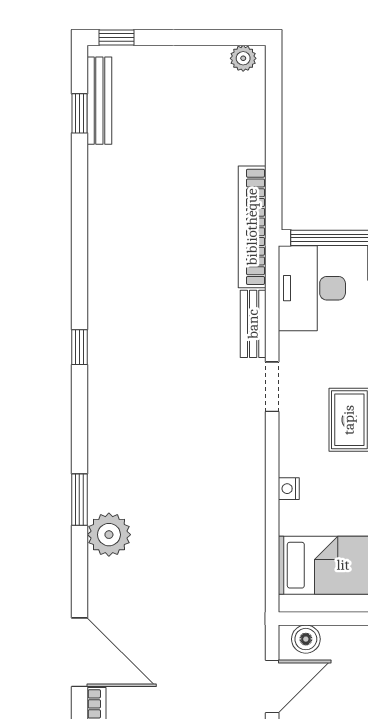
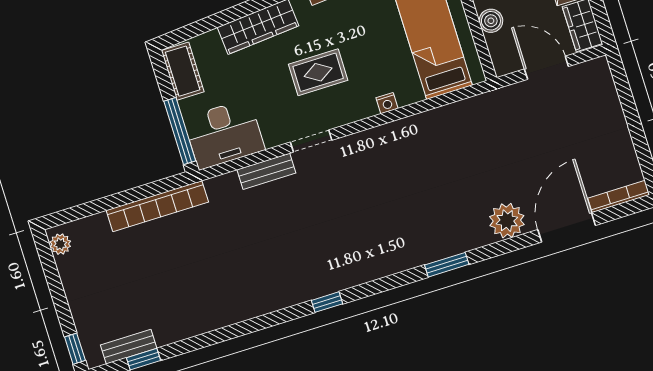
bench: (99, 101) -> (129, 347), width x0.73
bookcase: (252, 227) -> (157, 206), moved
plant: (109, 535) -> (507, 221), moved
boiler: (306, 639) -> (491, 21), moved

